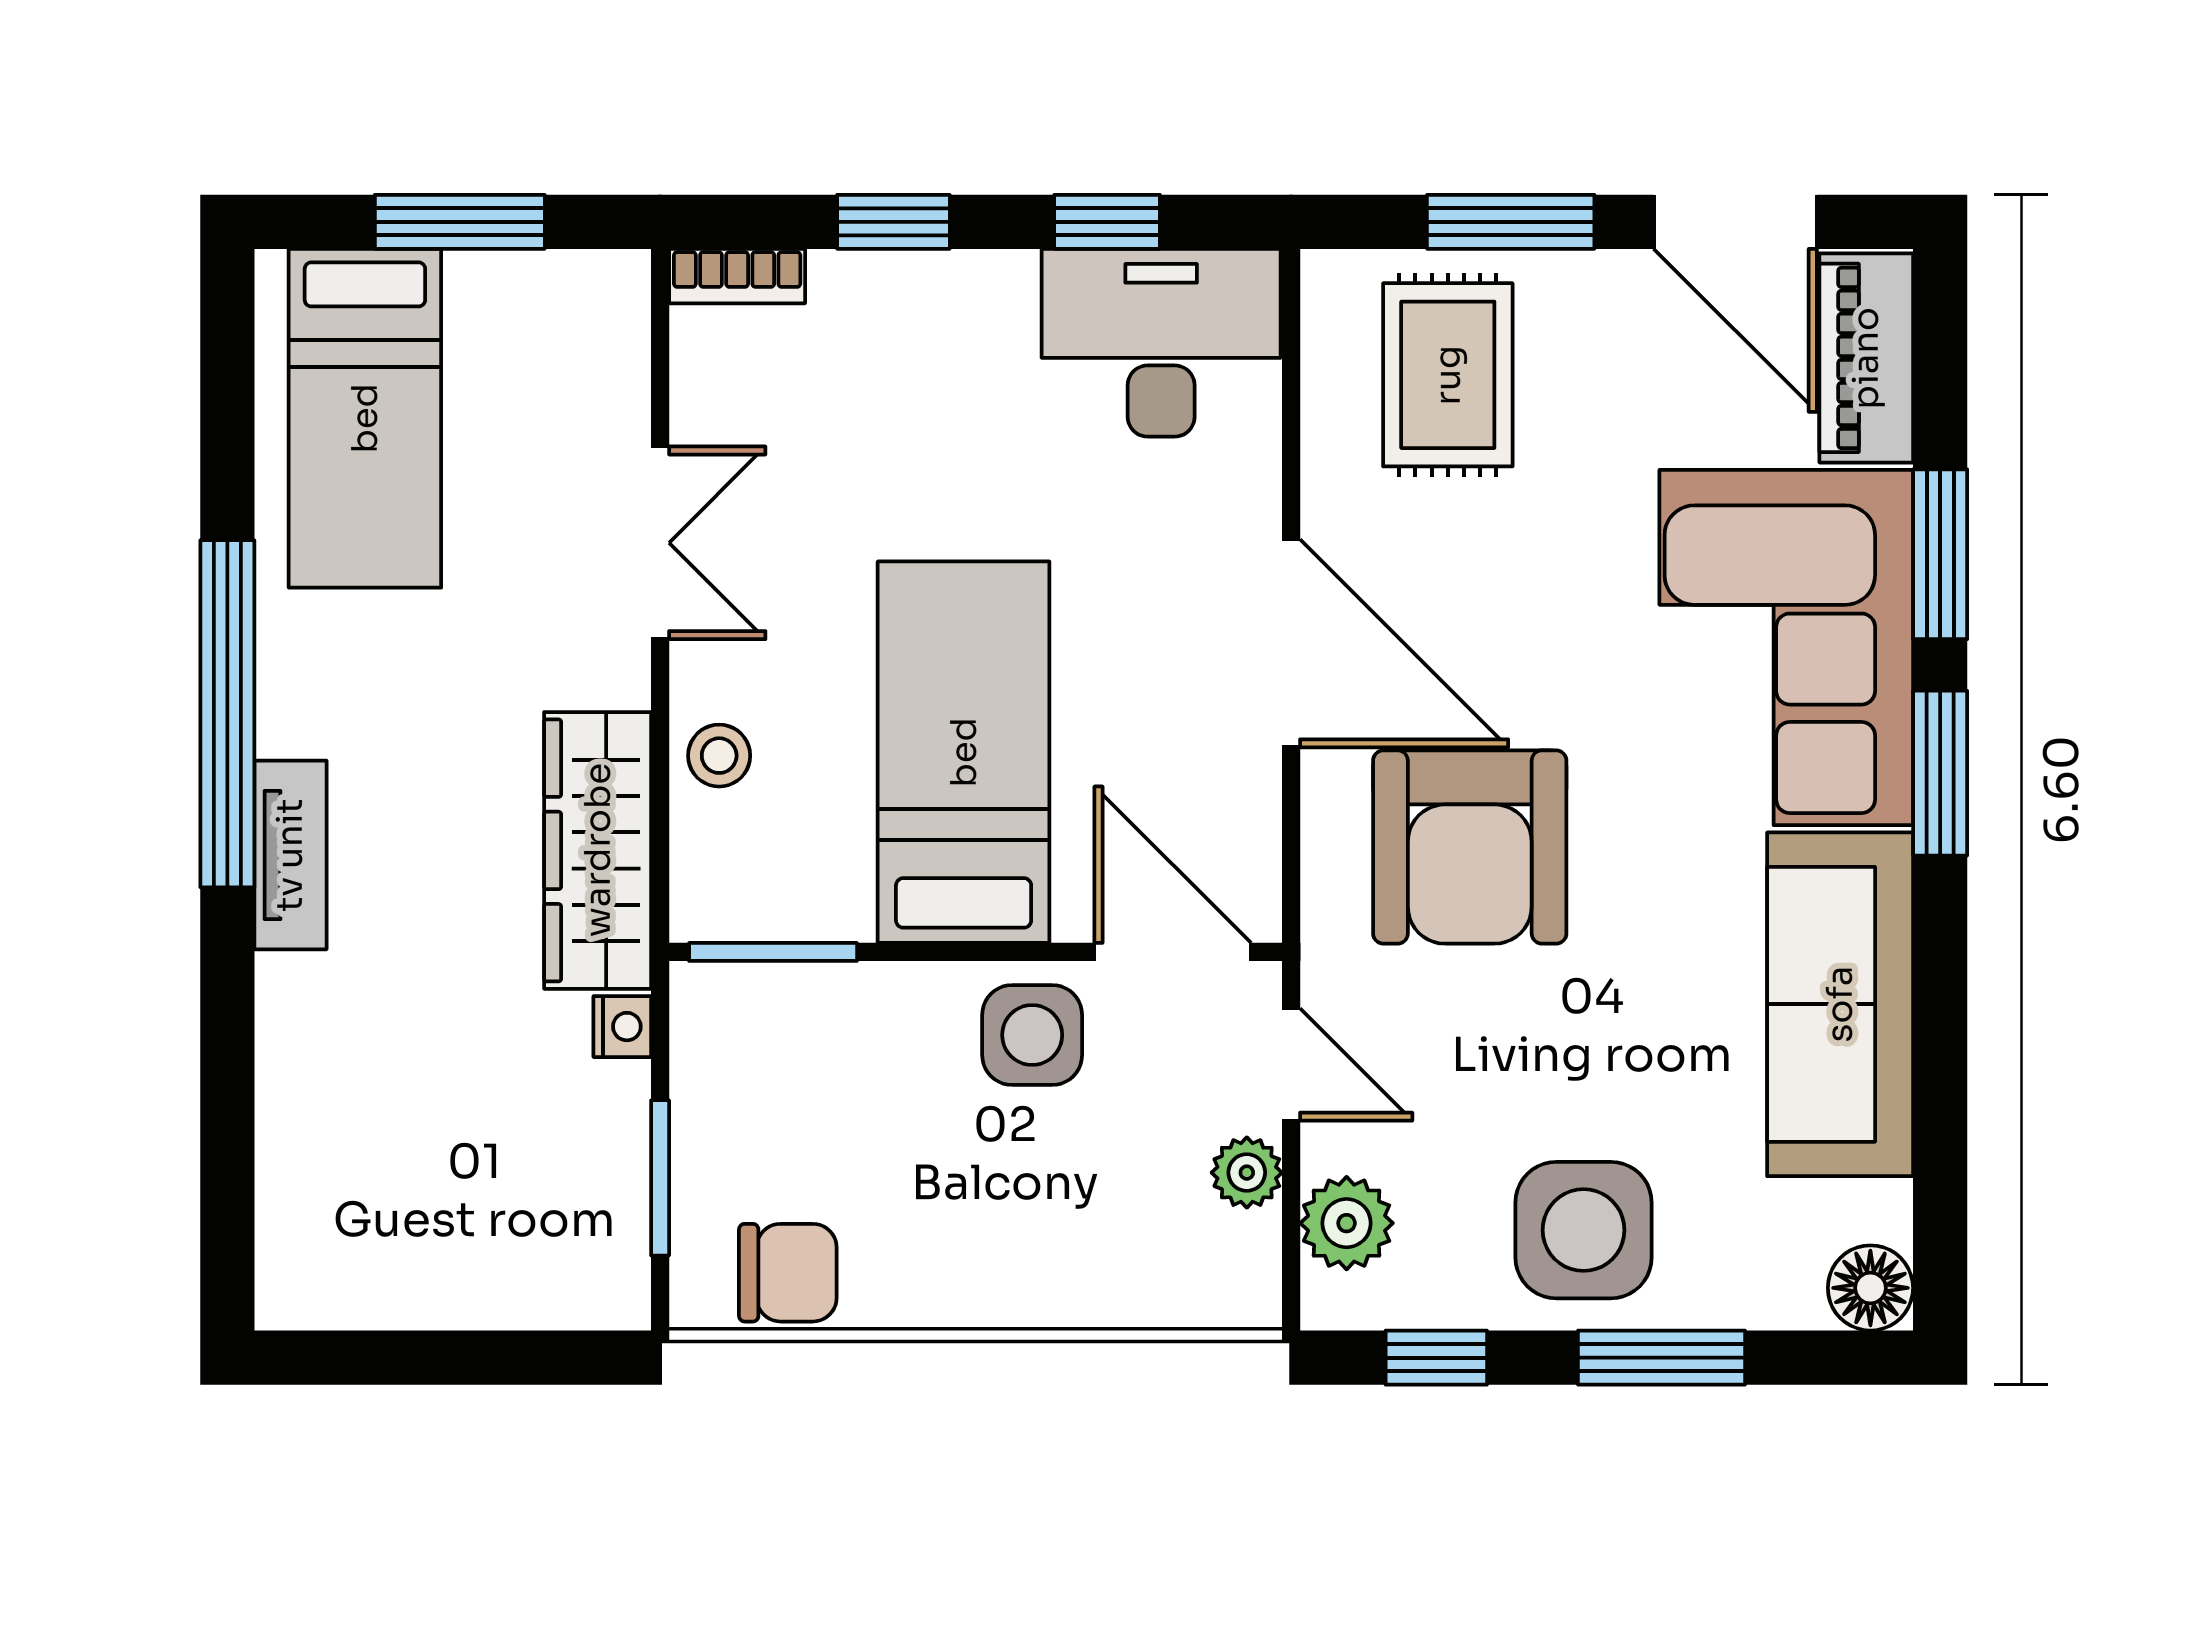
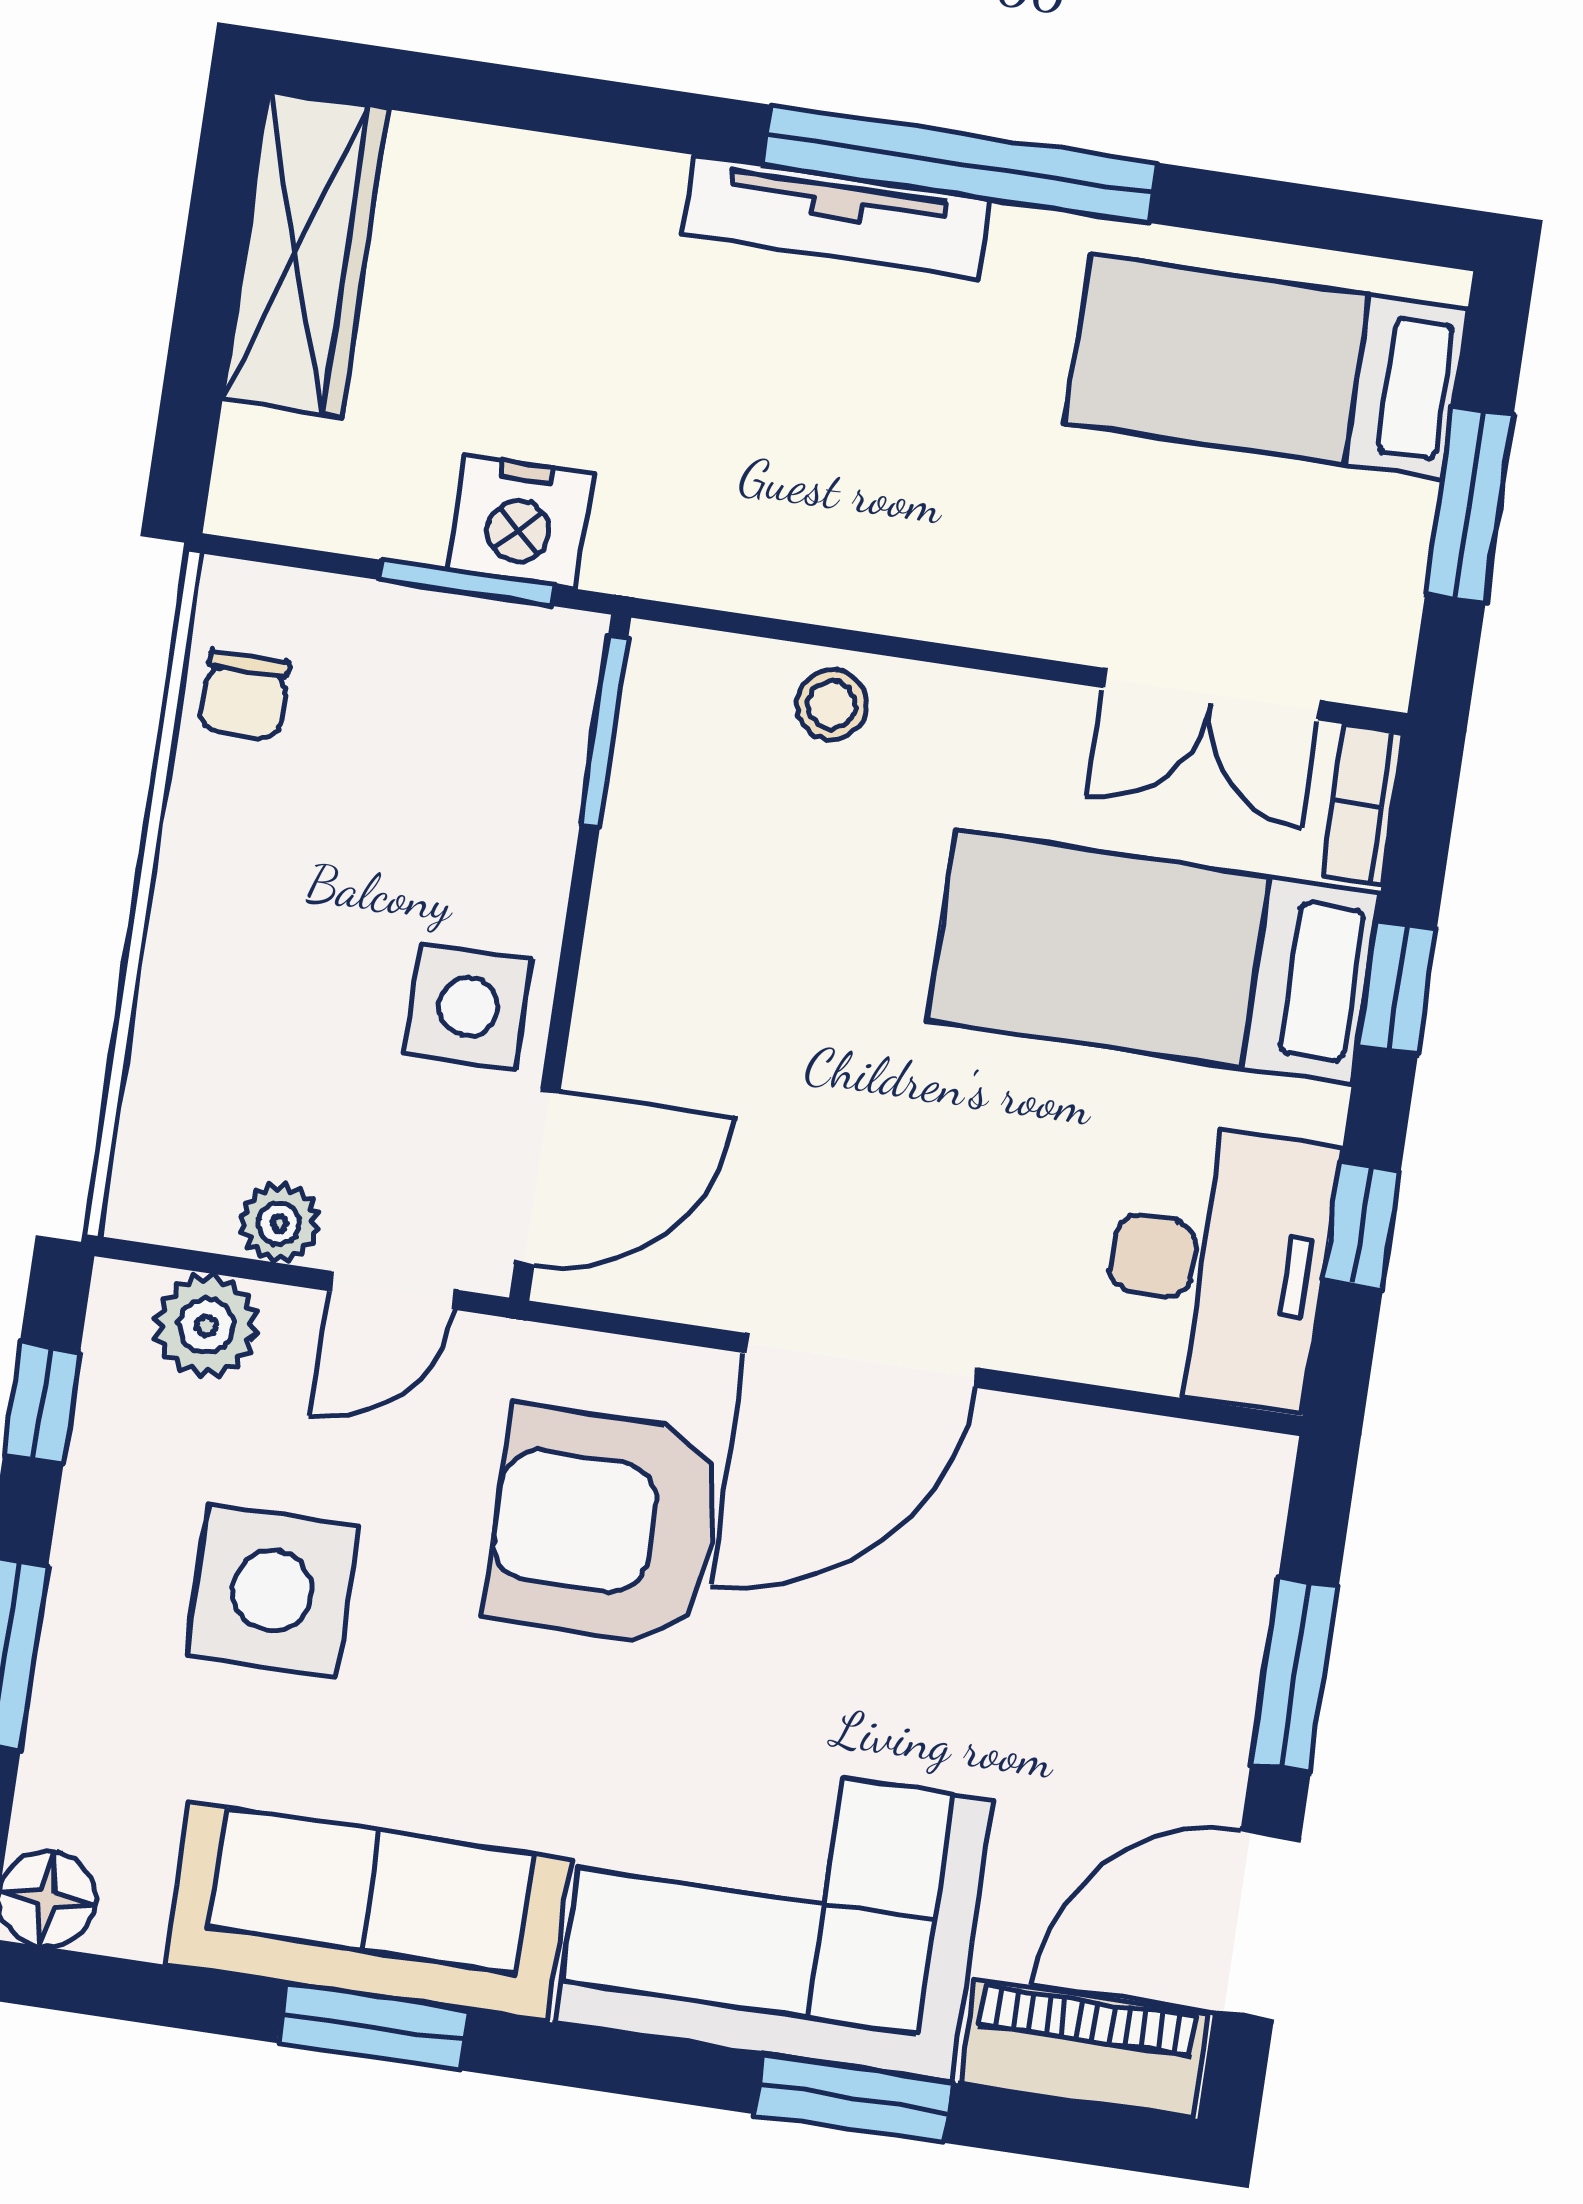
rug: (1448, 375) -> (1134, 1580), removed
double door: (660, 543) -> (1212, 694), moved
bed: (964, 752) -> (1154, 957), moved, turned 180
window: (1940, 773) -> (373, 2027), moved
wardrobe: (598, 850) -> (305, 254), moved, turned 90
tv unit: (290, 855) -> (835, 217), width x1.41
nightstand: (622, 1027) -> (520, 522), width x1.89, depth x1.79
window: (660, 1178) -> (467, 583), moved
side table: (1584, 1230) -> (273, 1591), moved
chair: (788, 1273) -> (244, 695), width x0.73, depth x0.73

